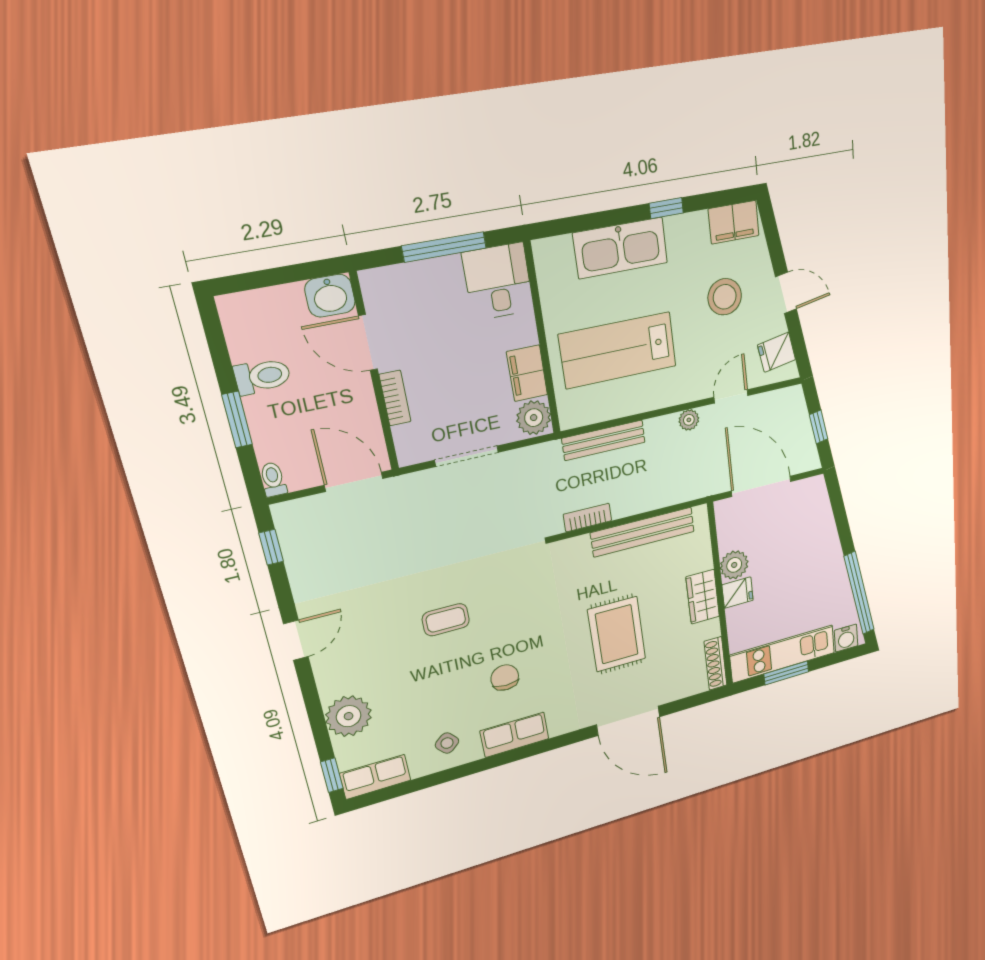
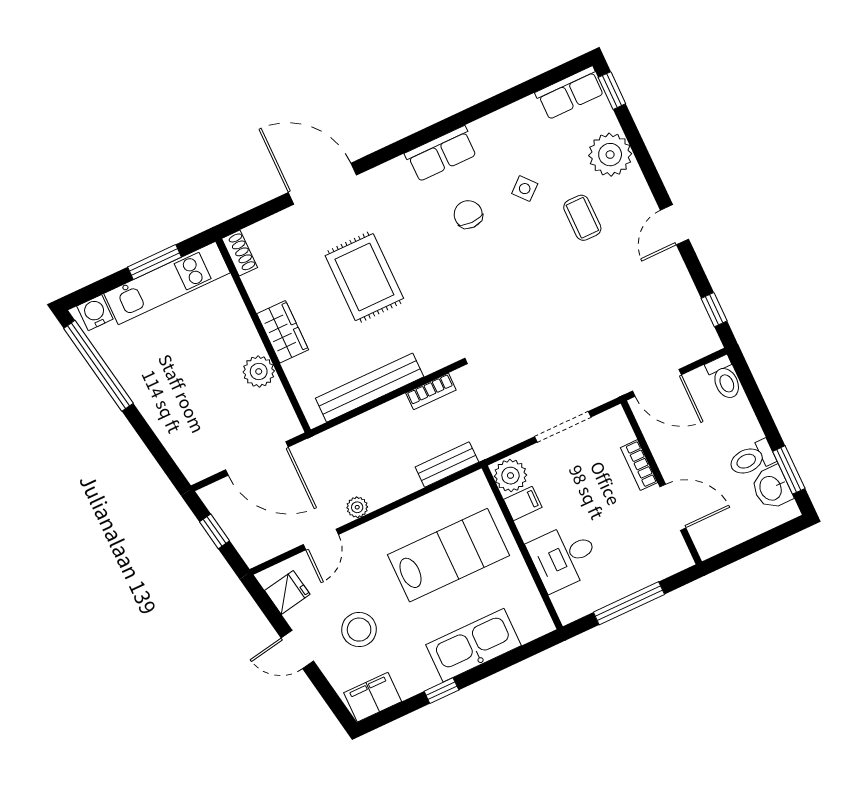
desk: (498, 282) -> (564, 557), moved, turned 90
washbasin: (330, 296) -> (771, 488), moved, turned -90
filing cabinet: (527, 373) -> (523, 503), width x0.50
window: (237, 420) -> (789, 470), moved
bench: (604, 440) -> (447, 464), width x0.73
toilet: (273, 479) -> (724, 378), width x1.37, depth x1.39
fridge: (738, 593) -> (245, 343), removed
coffee table: (446, 620) -> (582, 218), moved, turned 90
shoe rack: (715, 663) -> (240, 253), width x0.70
chair: (505, 677) -> (468, 214), turned 180
side table: (447, 743) -> (525, 189), moved

